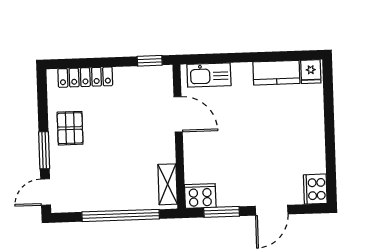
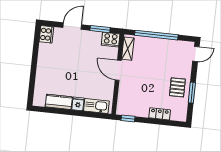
fridge: (311, 72) -> (78, 104), moved
locker: (85, 77) -> (160, 114), width x0.66
door: (178, 114) -> (118, 70), moved
window: (44, 150) -> (192, 93), moved

